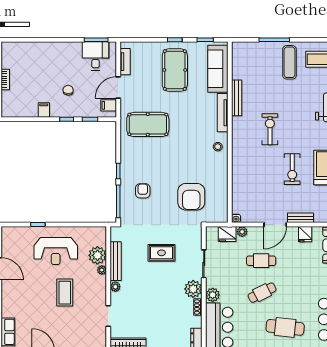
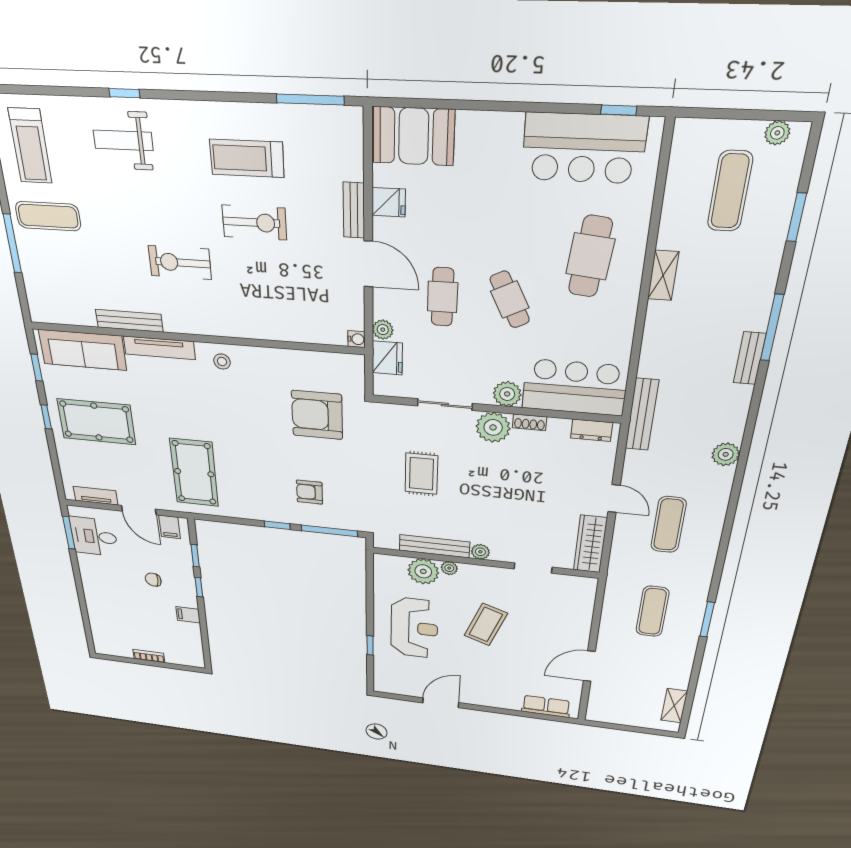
armchair: (191, 197) -> (317, 415), turned 180
coffee table: (65, 293) -> (486, 624), turned -70

